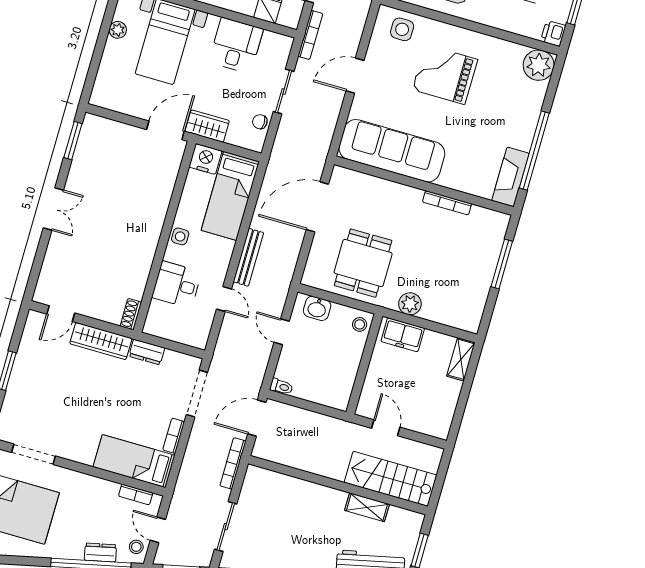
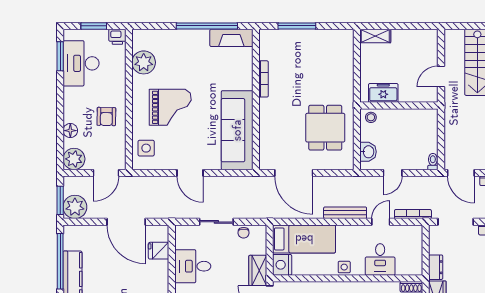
bookcase: (310, 35) -> (413, 214), moved
plant: (539, 65) -> (144, 62), moved
grand piano: (445, 75) -> (170, 107), turned -90
dining table: (363, 263) -> (325, 128), turned 90
plant: (410, 304) -> (345, 85), removed
freezer: (403, 335) -> (383, 93), moved, turned -90

